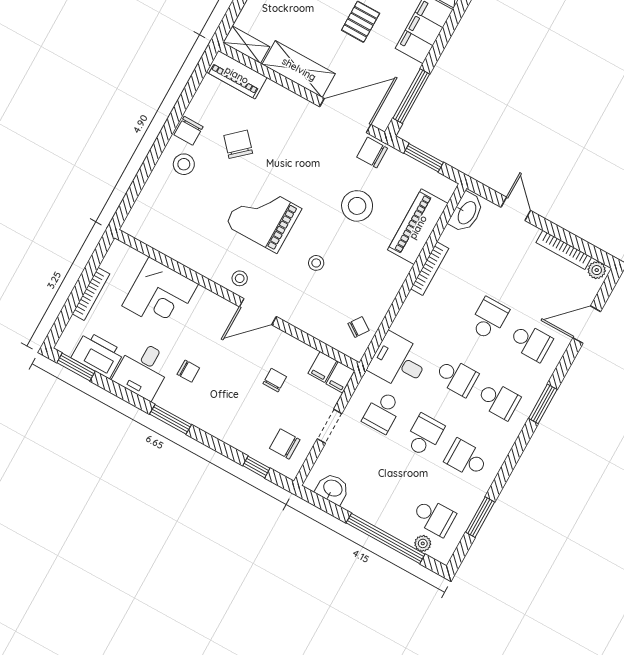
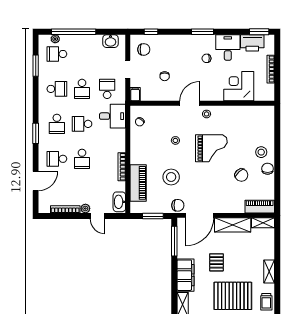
plant: (597, 270) -> (85, 208), moved
filing cabinet: (322, 367) -> (146, 94), removed
school desk: (499, 400) -> (57, 124), turned -90

